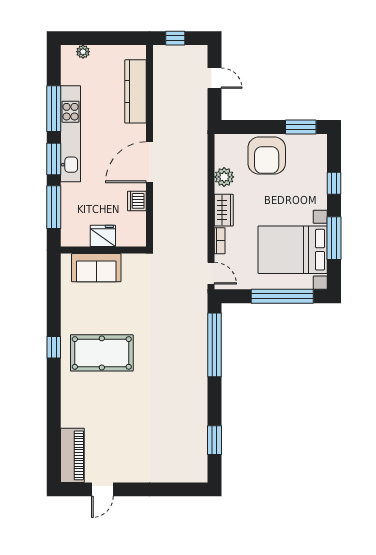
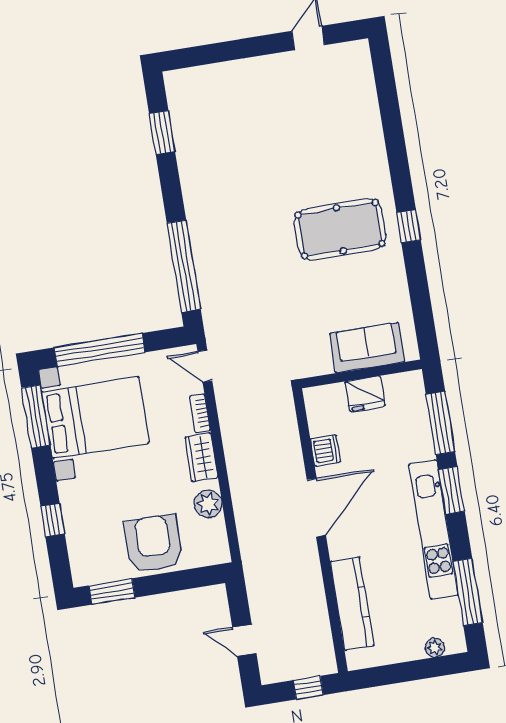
window: (54, 109) -> (468, 592), moved
window: (334, 238) -> (36, 417), moved
piano: (72, 455) -> (358, 79), removed

